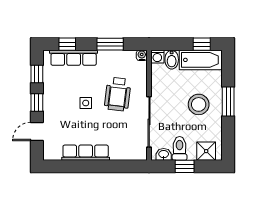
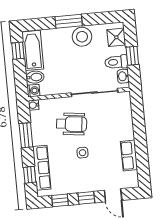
stool: (199, 104) -> (82, 37), moved
row of seats: (86, 153) -> (129, 156), width x0.68

